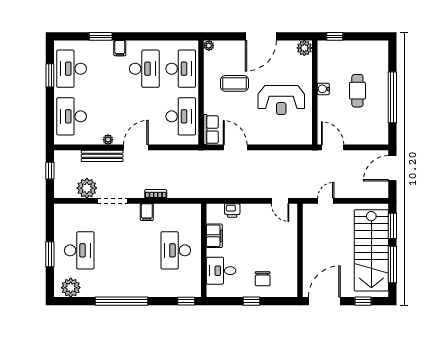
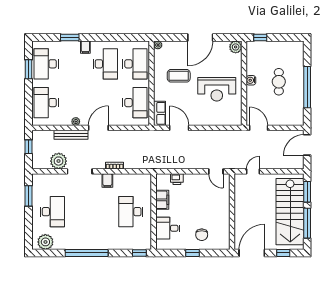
window: (50, 254) -> (28, 196), moved

